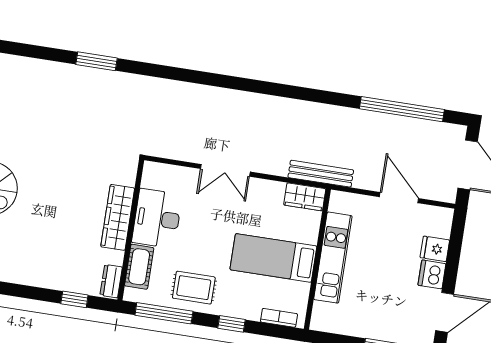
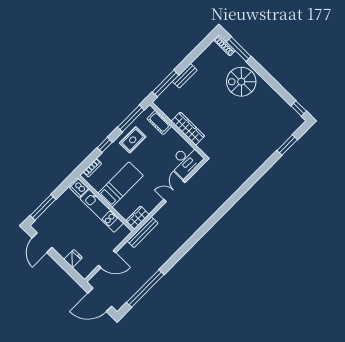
window: (96, 61) -> (287, 145), moved
desk: (157, 218) -> (186, 161), moved, turned 90
dishwasher: (432, 274) -> (79, 188), moved, turned 180
bench: (42, 279) -> (185, 76), added
dresser: (111, 281) -> (162, 105), removed
window: (74, 299) -> (166, 83), width x2.17

